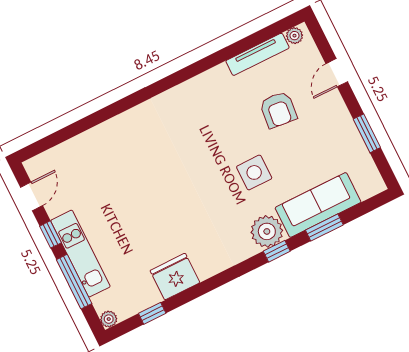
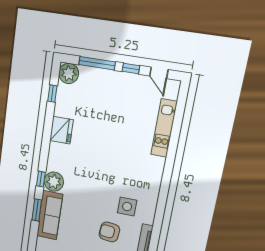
side table: (254, 172) -> (127, 207), moved
kitchen unit: (80, 254) -> (164, 128), moved, turned 90
fridge: (175, 277) -> (61, 130), moved
plant: (109, 319) -> (69, 73), width x1.88, depth x1.88

